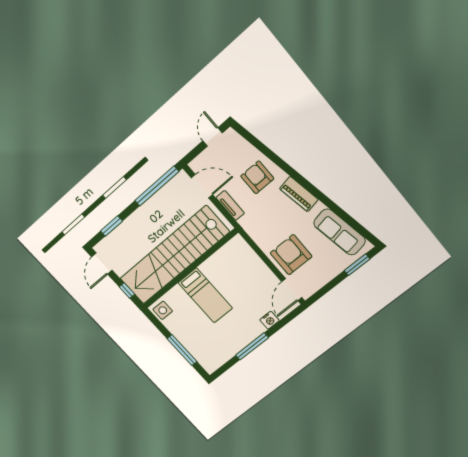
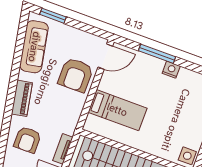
bed: (205, 295) -> (117, 110), moved, turned 90
nightstand: (270, 320) -> (171, 70), moved
window: (252, 346) -> (157, 54), moved

